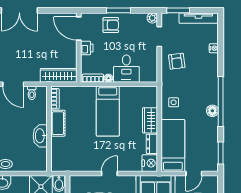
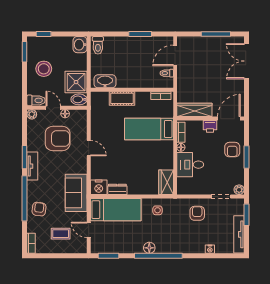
armchair: (177, 61) -> (197, 213), turned 97
wardrobe: (59, 75) -> (194, 110), moved, turned -90
bed: (108, 111) -> (149, 129), moved
wardrobe: (150, 120) -> (166, 182), moved, turned -90
cot: (58, 123) -> (122, 98), moved
washbasin: (40, 136) -> (105, 81), moved

